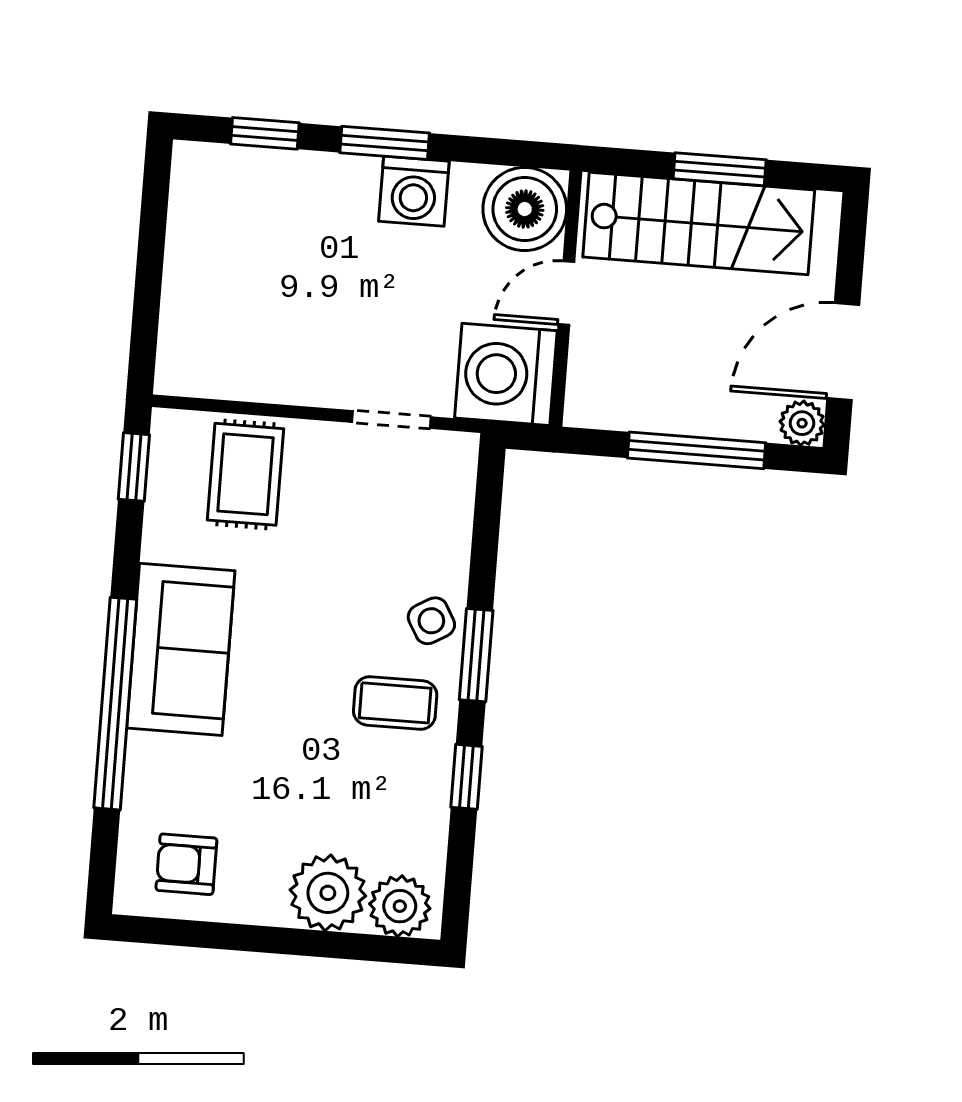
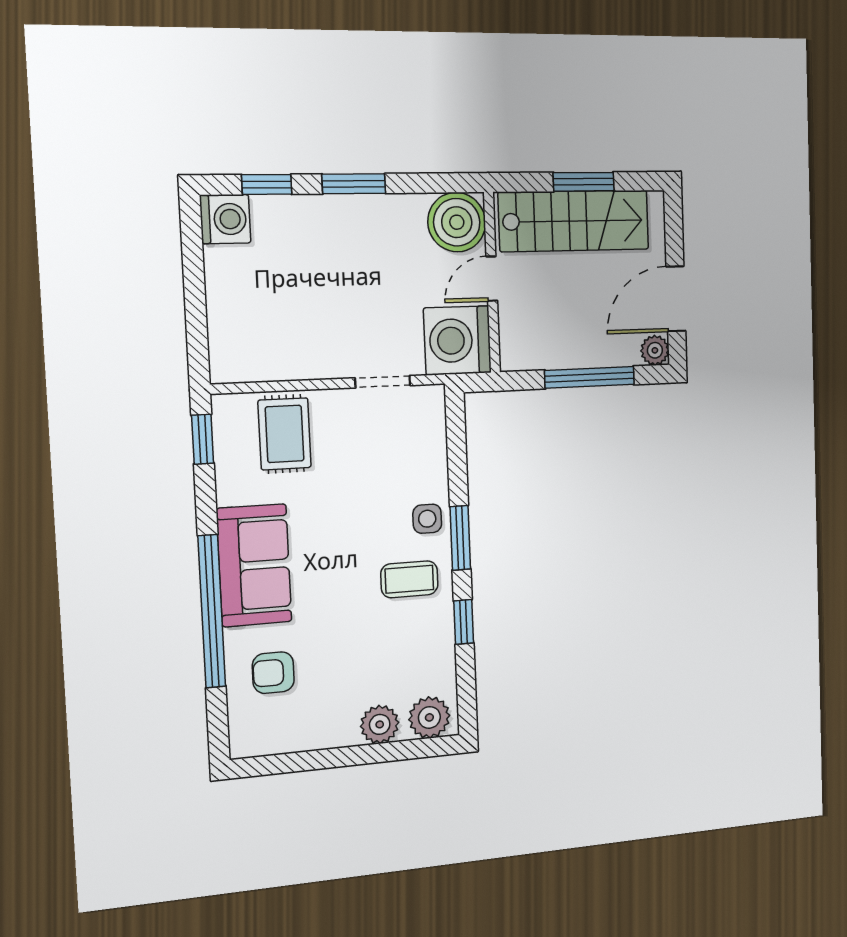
washing machine: (414, 191) -> (225, 219), moved, turned -90
side table: (431, 621) -> (427, 519), turned 30
armchair: (186, 864) -> (273, 673), moved
plant: (328, 893) -> (380, 724), width x0.73, depth x0.73

